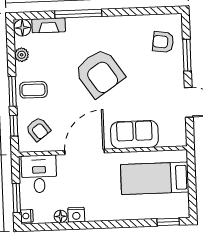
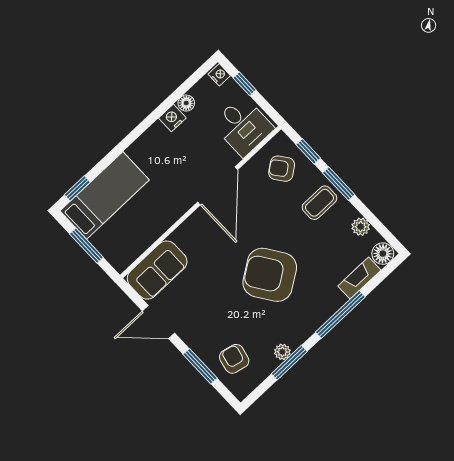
window: (133, 12) -> (289, 363), added
plant: (131, 21) -> (282, 352), added
armchair: (163, 42) -> (234, 359), turned -85
sofa: (134, 135) -> (157, 270), moved
bed: (155, 178) -> (105, 195), moved
window: (192, 184) -> (86, 246), added
window: (17, 198) -> (245, 84), width x0.67

